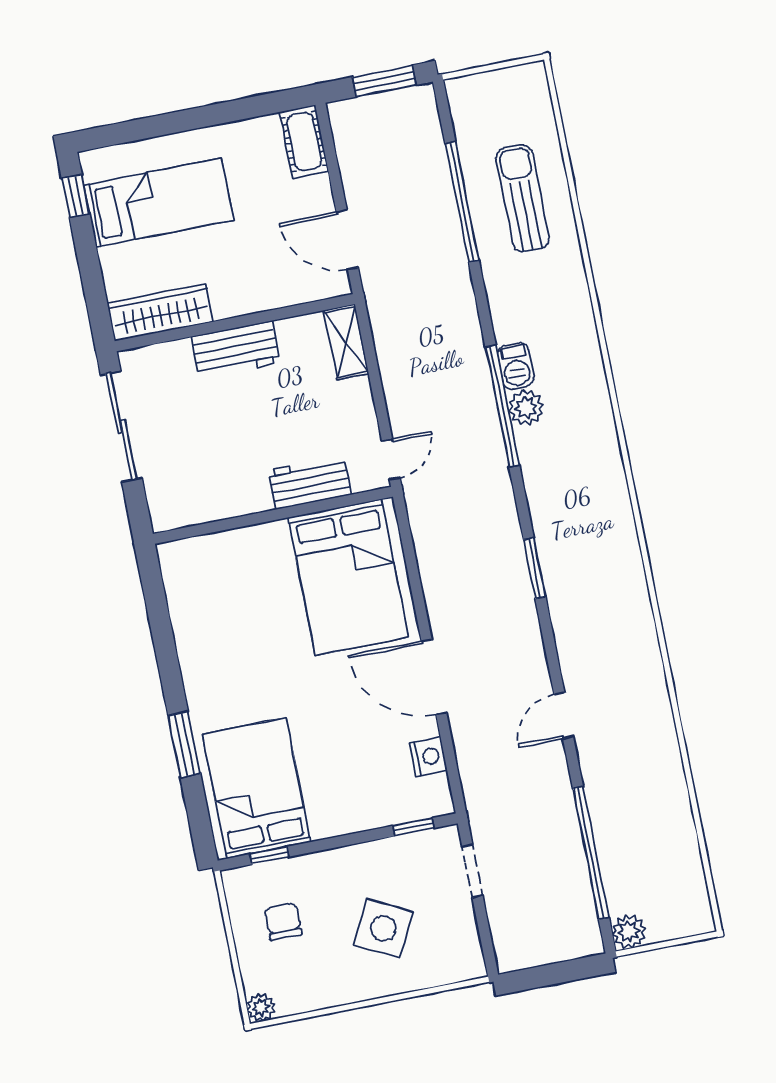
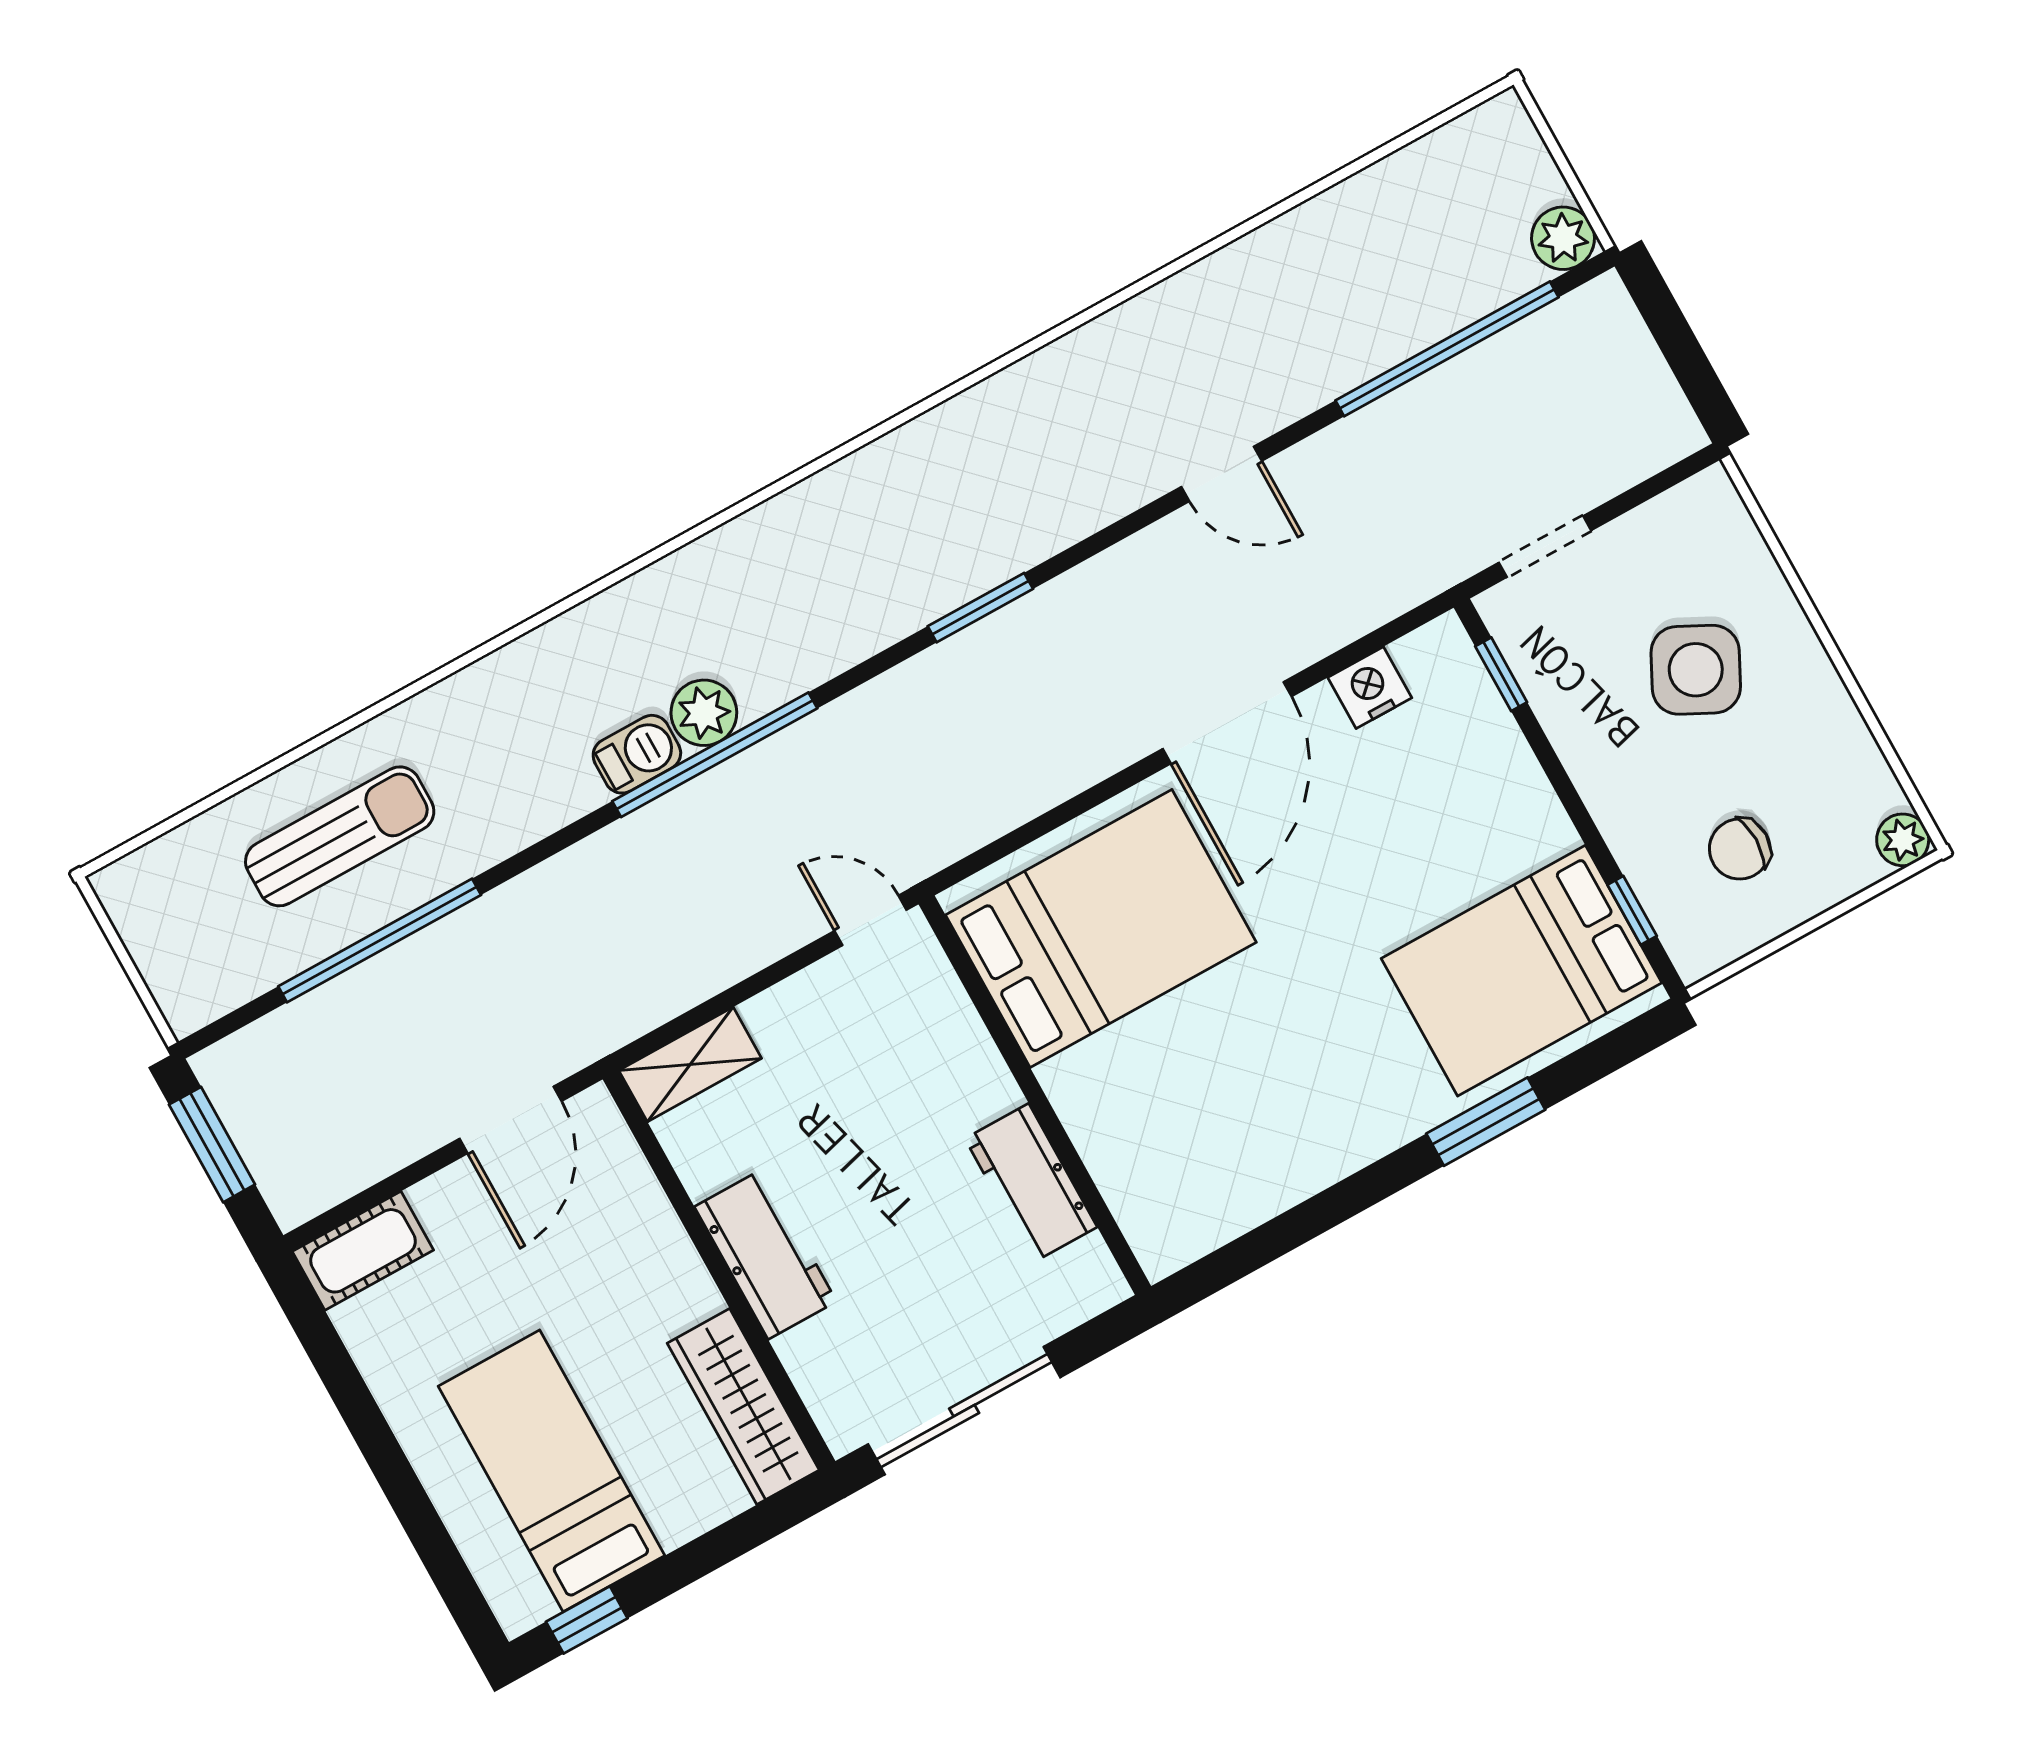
sun lounger: (523, 198) -> (340, 836), turned 180
workbench: (310, 483) -> (1031, 1183), moved

